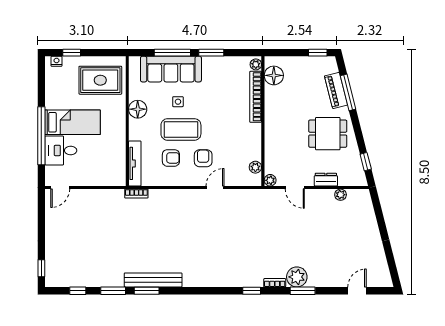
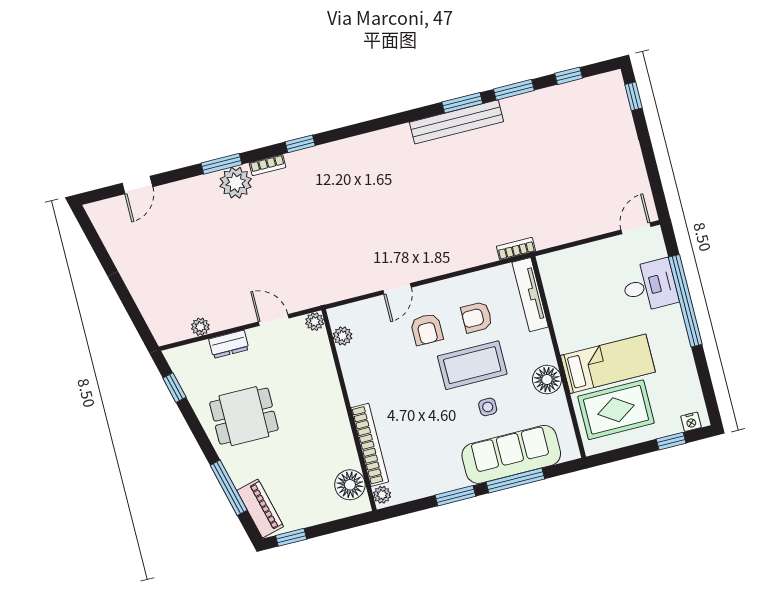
piano: (336, 90) -> (260, 508), moved
bed: (73, 122) -> (608, 364), moved, turned 180

